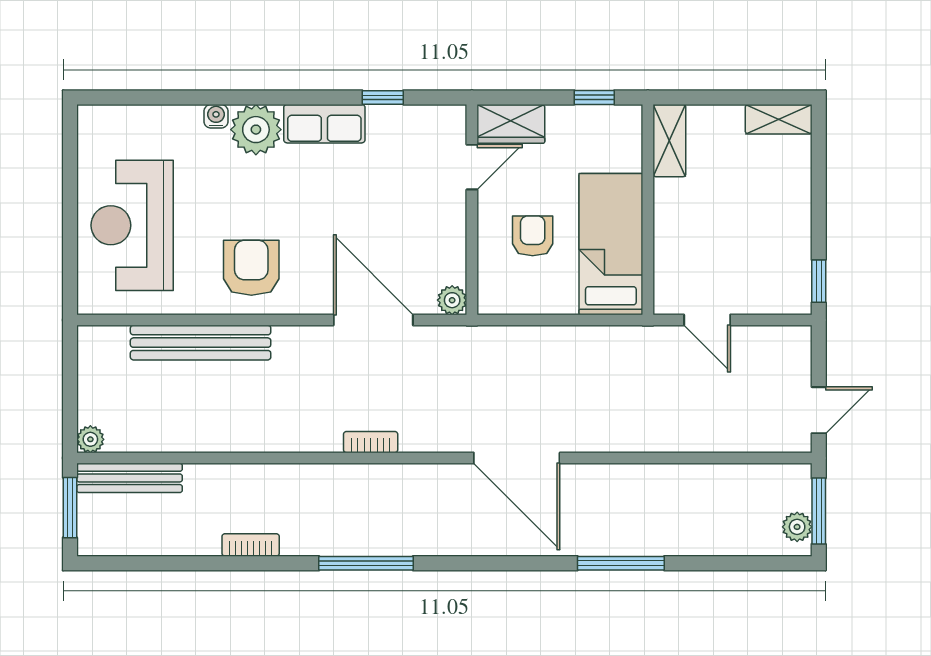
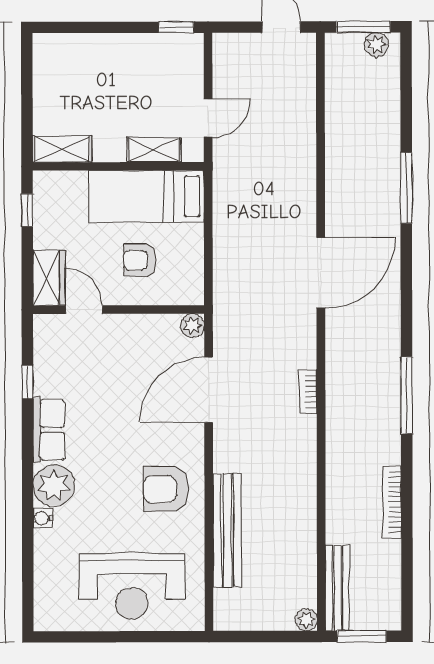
shelving: (779, 119) -> (154, 150), moved, turned 90
bookcase: (251, 545) -> (392, 502), width x1.56

